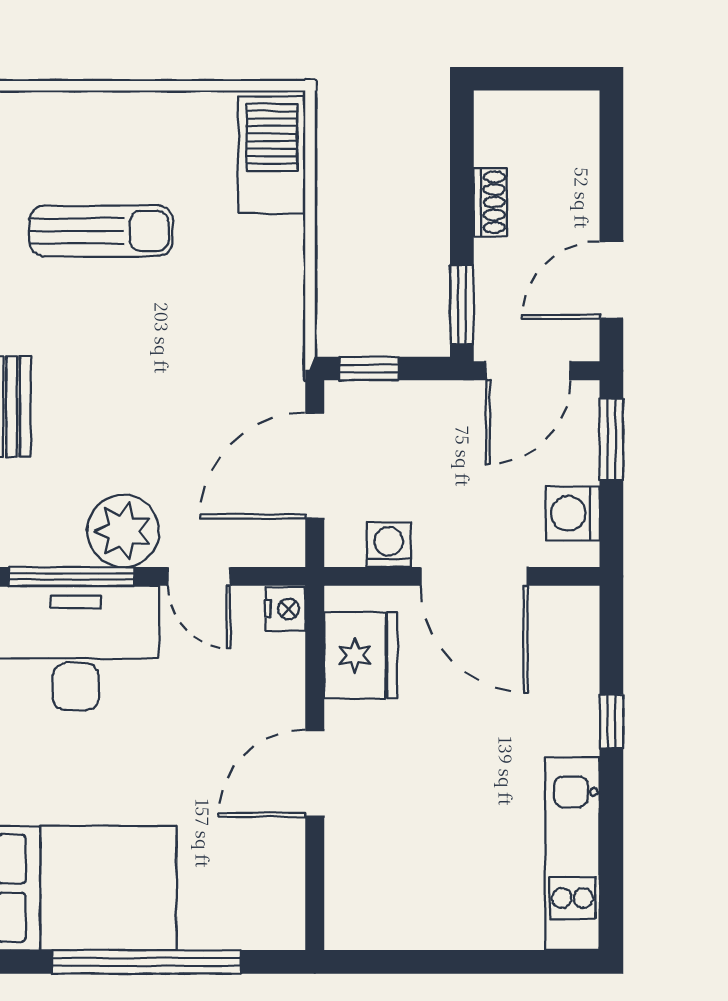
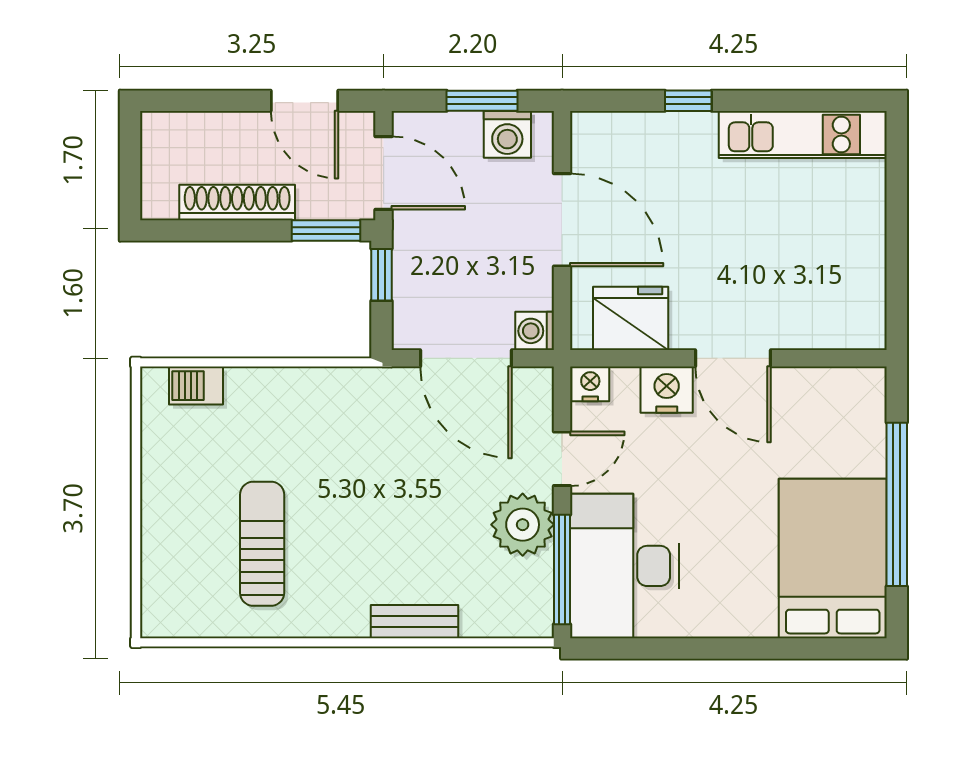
barbecue: (272, 155) -> (196, 386), width x0.53, depth x0.65
shoe rack: (490, 202) -> (237, 203), width x1.94, depth x1.24
window: (369, 368) -> (381, 275), moved
window: (611, 439) -> (482, 101), moved
washing machine: (389, 545) -> (535, 331), moved
door: (474, 576) -> (562, 220), hinge flipped
nightstand: (279, 697) -> (667, 390), added

